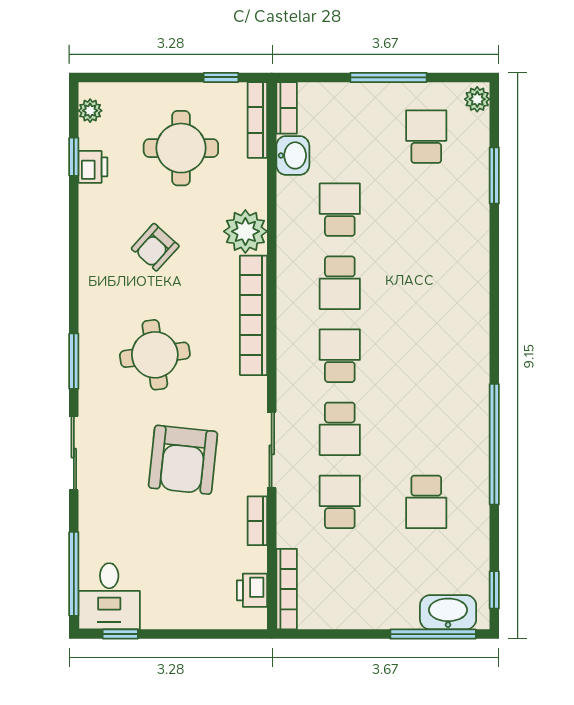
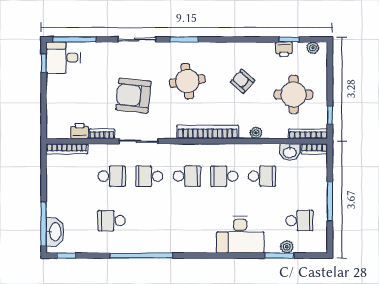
plant: (477, 99) -> (287, 247), moved
plant: (245, 231) -> (256, 133), width x0.53, depth x0.53
desk: (454, 252) -> (240, 235), added
printer: (252, 590) -> (80, 131), moved

